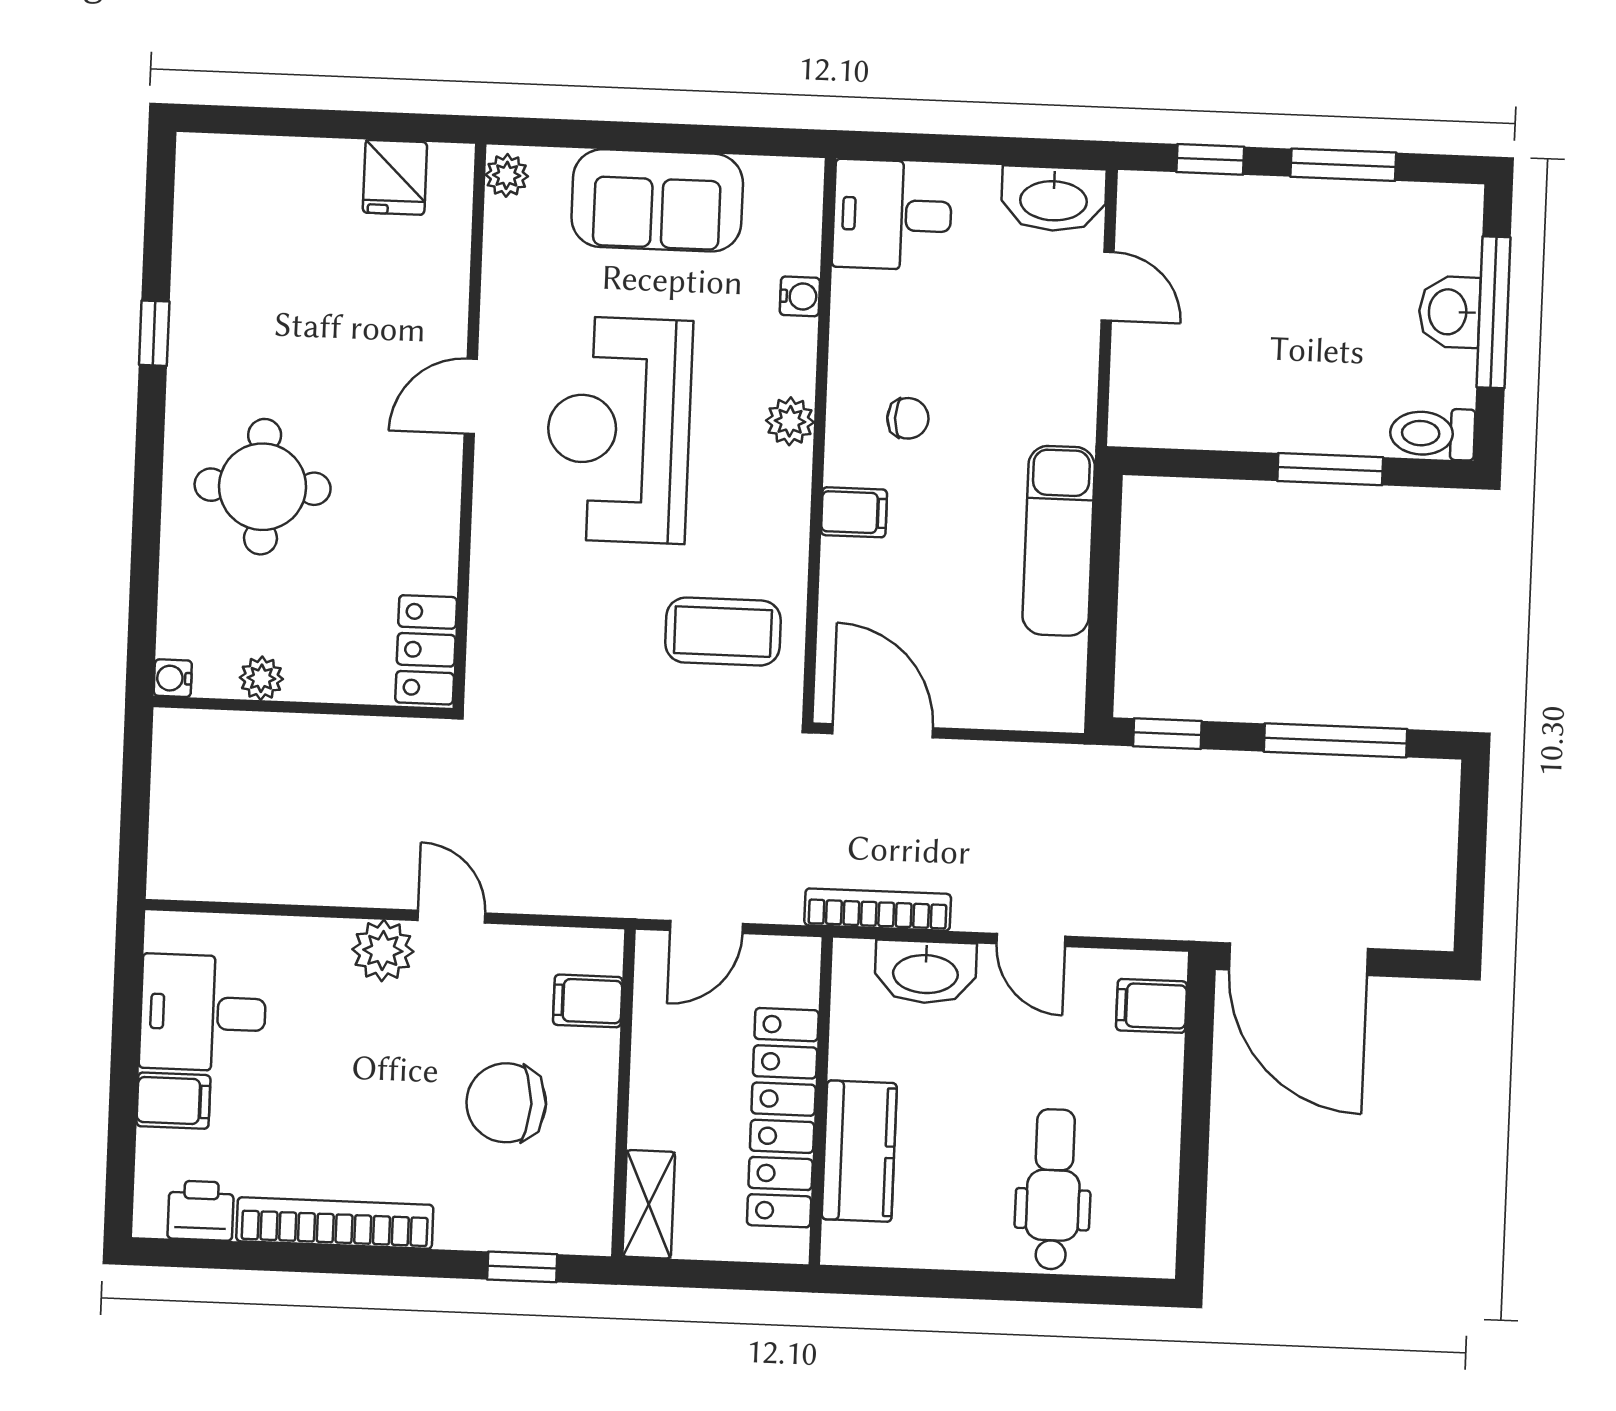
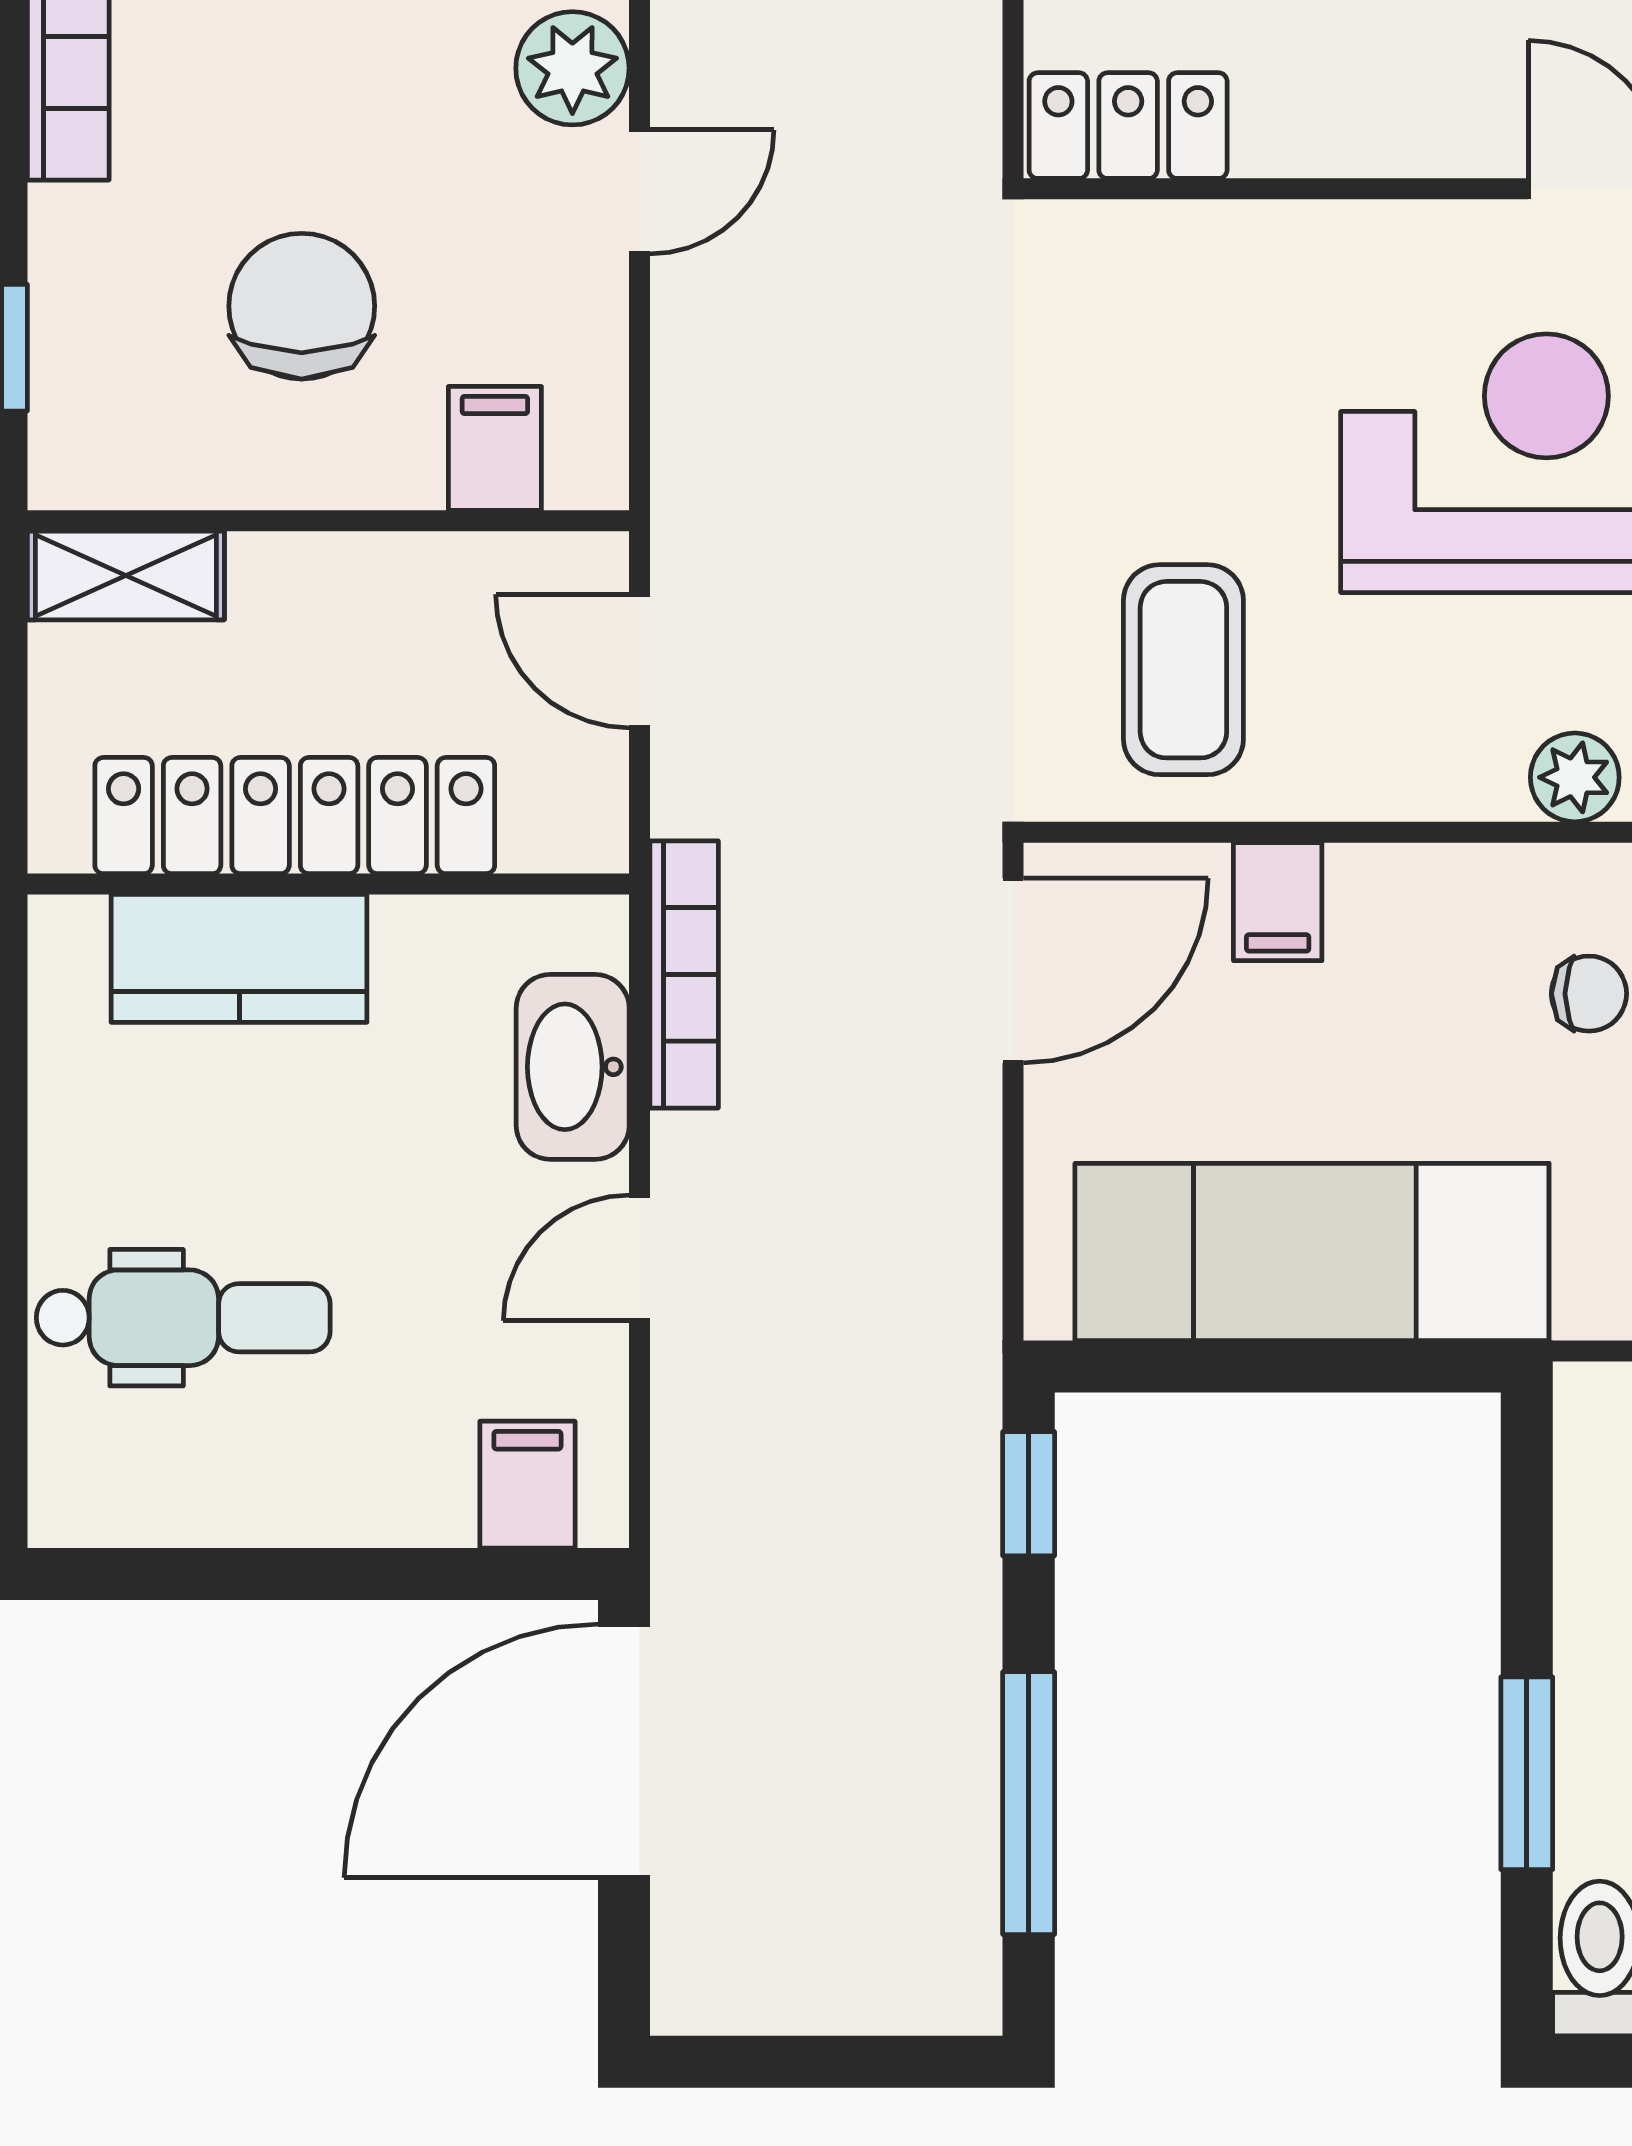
chair: (908, 418) -> (1589, 994), turned -90
filing cabinet: (854, 512) -> (1278, 902), moved
exam couch: (1059, 541) -> (1312, 1252), width x1.36, depth x1.45

